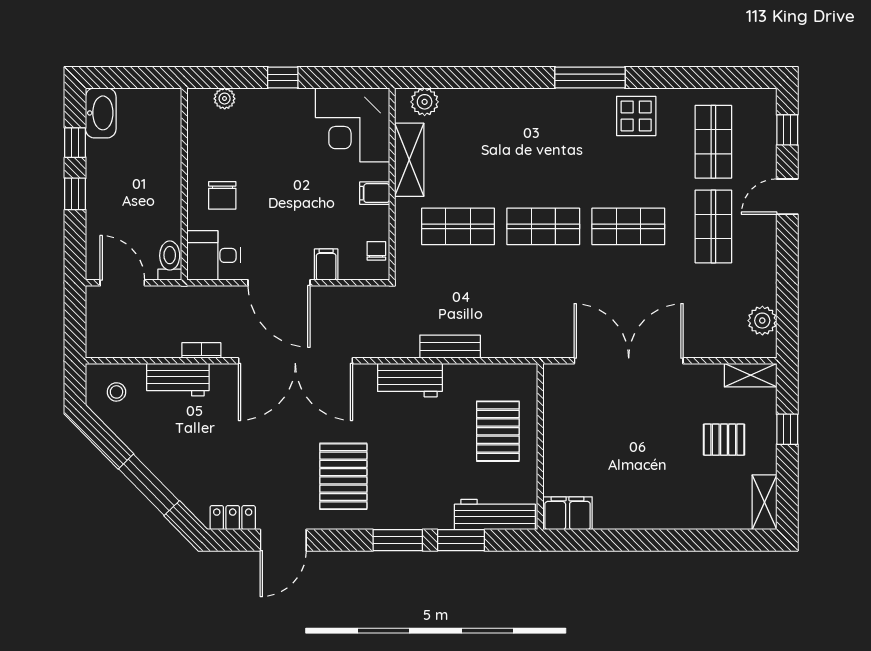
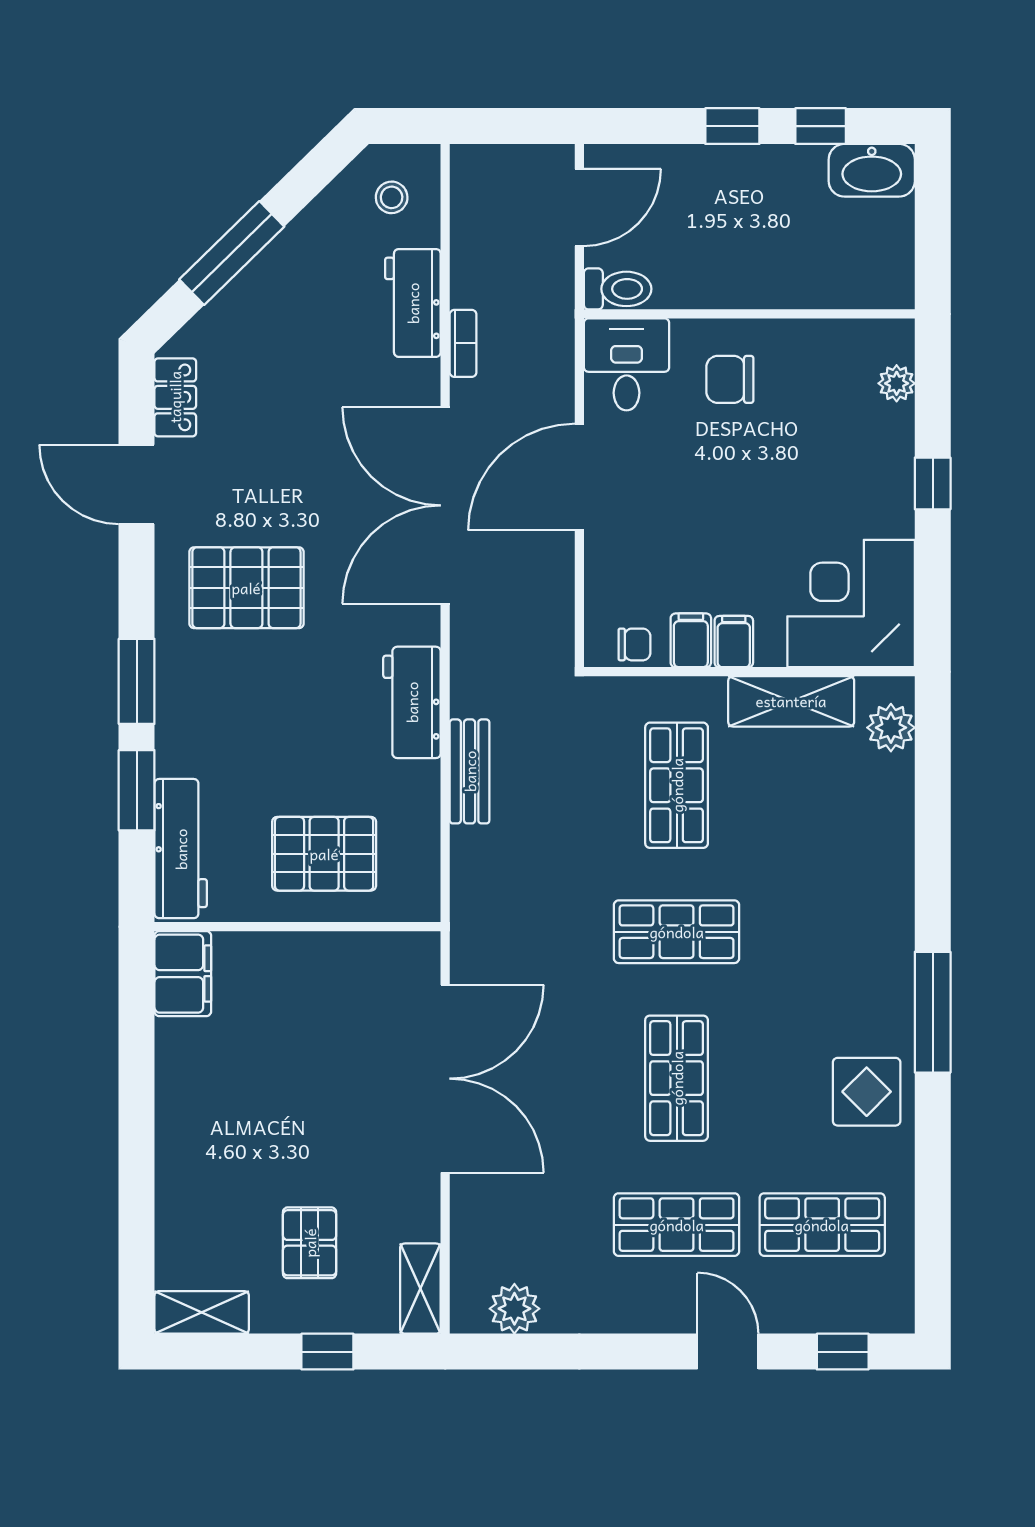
shop shelf: (543, 226) -> (677, 932), turned 90
filing cabinet: (326, 265) -> (691, 640), moved, turned -90

